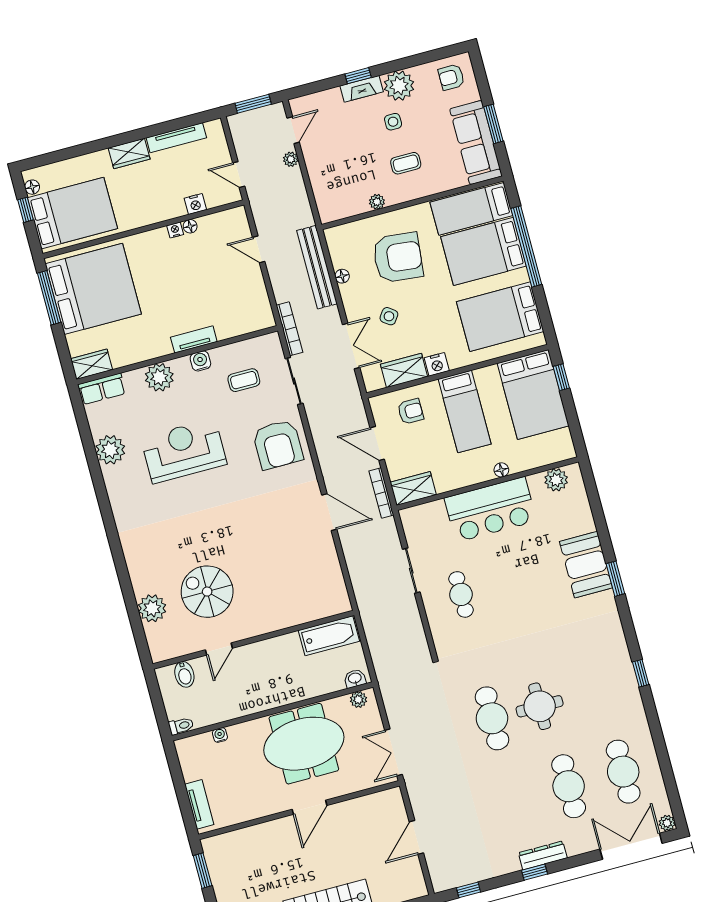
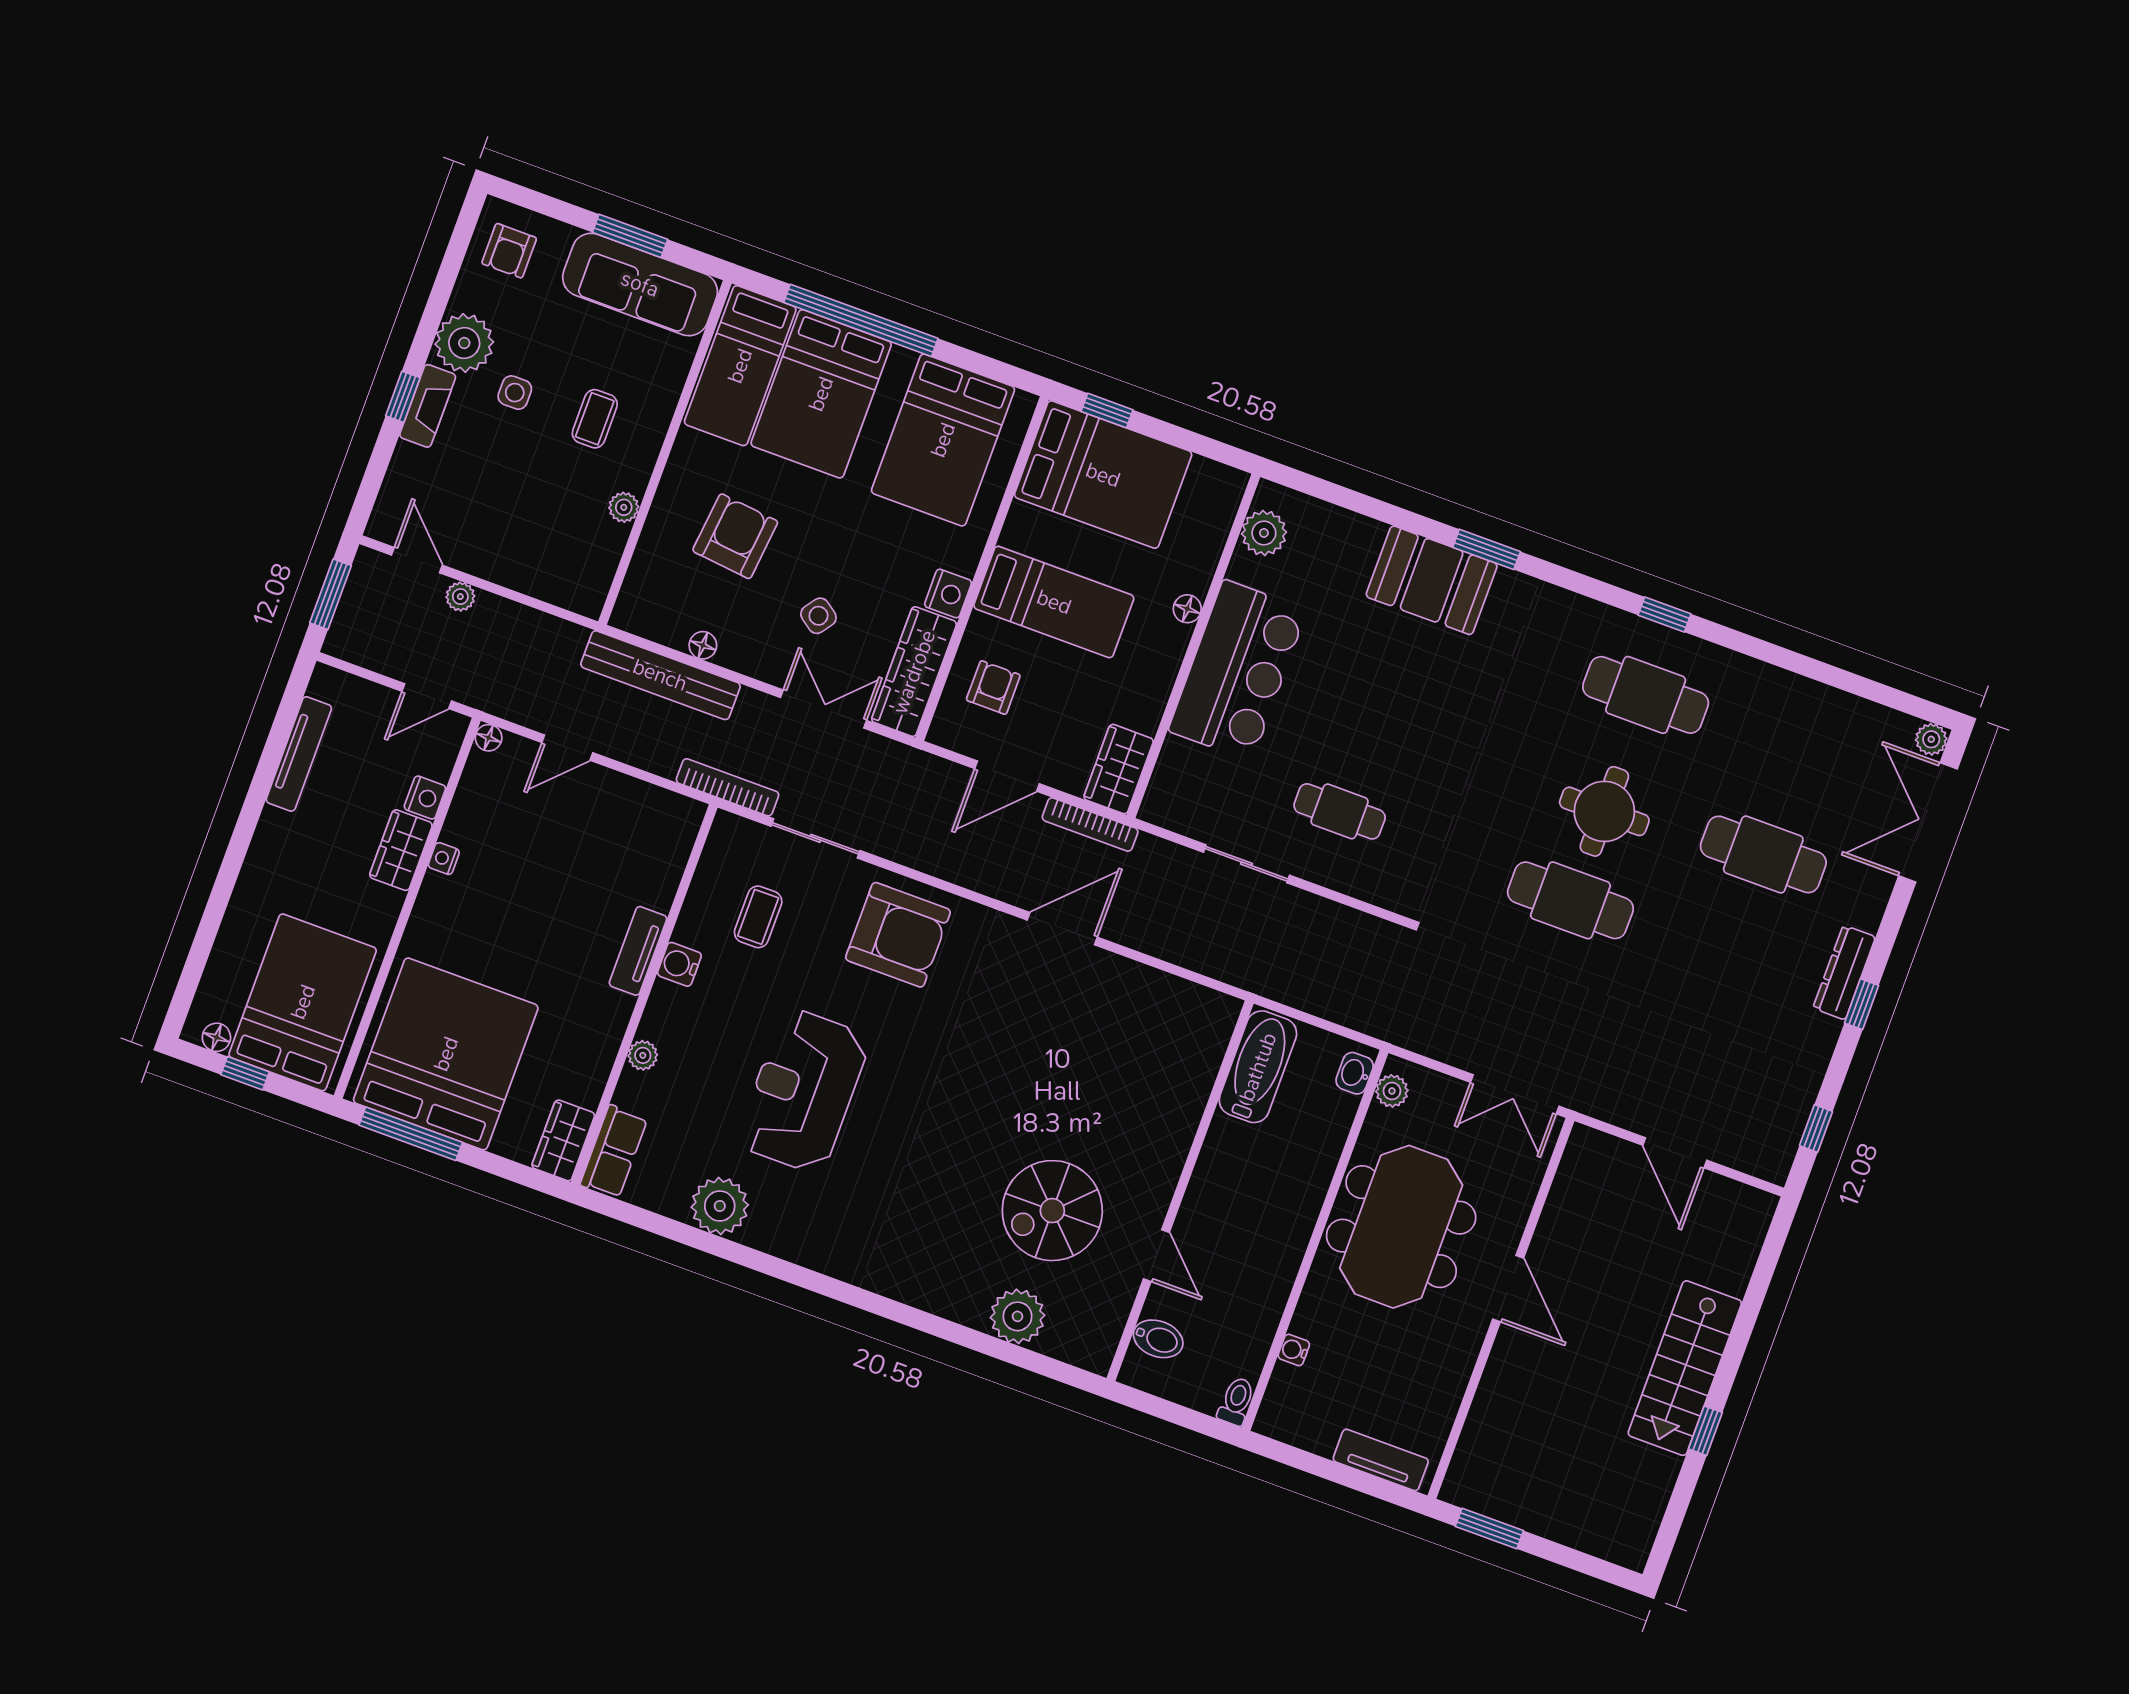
wardrobe: (129, 153) -> (401, 850), moved, turned 180
floor lamp: (190, 226) -> (489, 738), moved
armchair: (398, 257) -> (735, 536), width x0.73, depth x0.73
wardrobe: (404, 370) -> (914, 672), width x1.50
plant: (159, 377) -> (643, 1055), width x0.53, depth x0.53
cafe table: (623, 772) -> (1646, 695), moved

